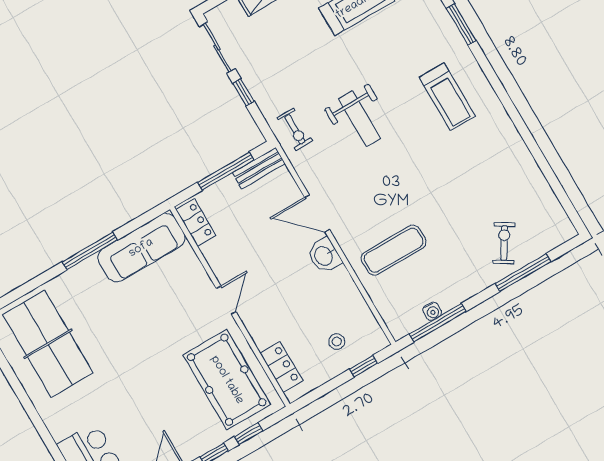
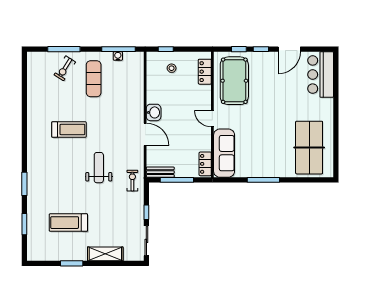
treadmill: (447, 97) -> (69, 129), moved, turned 90
sofa: (141, 248) -> (224, 153), moved, turned 90
exercise mat: (394, 250) -> (94, 79), moved, turned 90
door: (226, 300) -> (212, 119), hinge flipped

